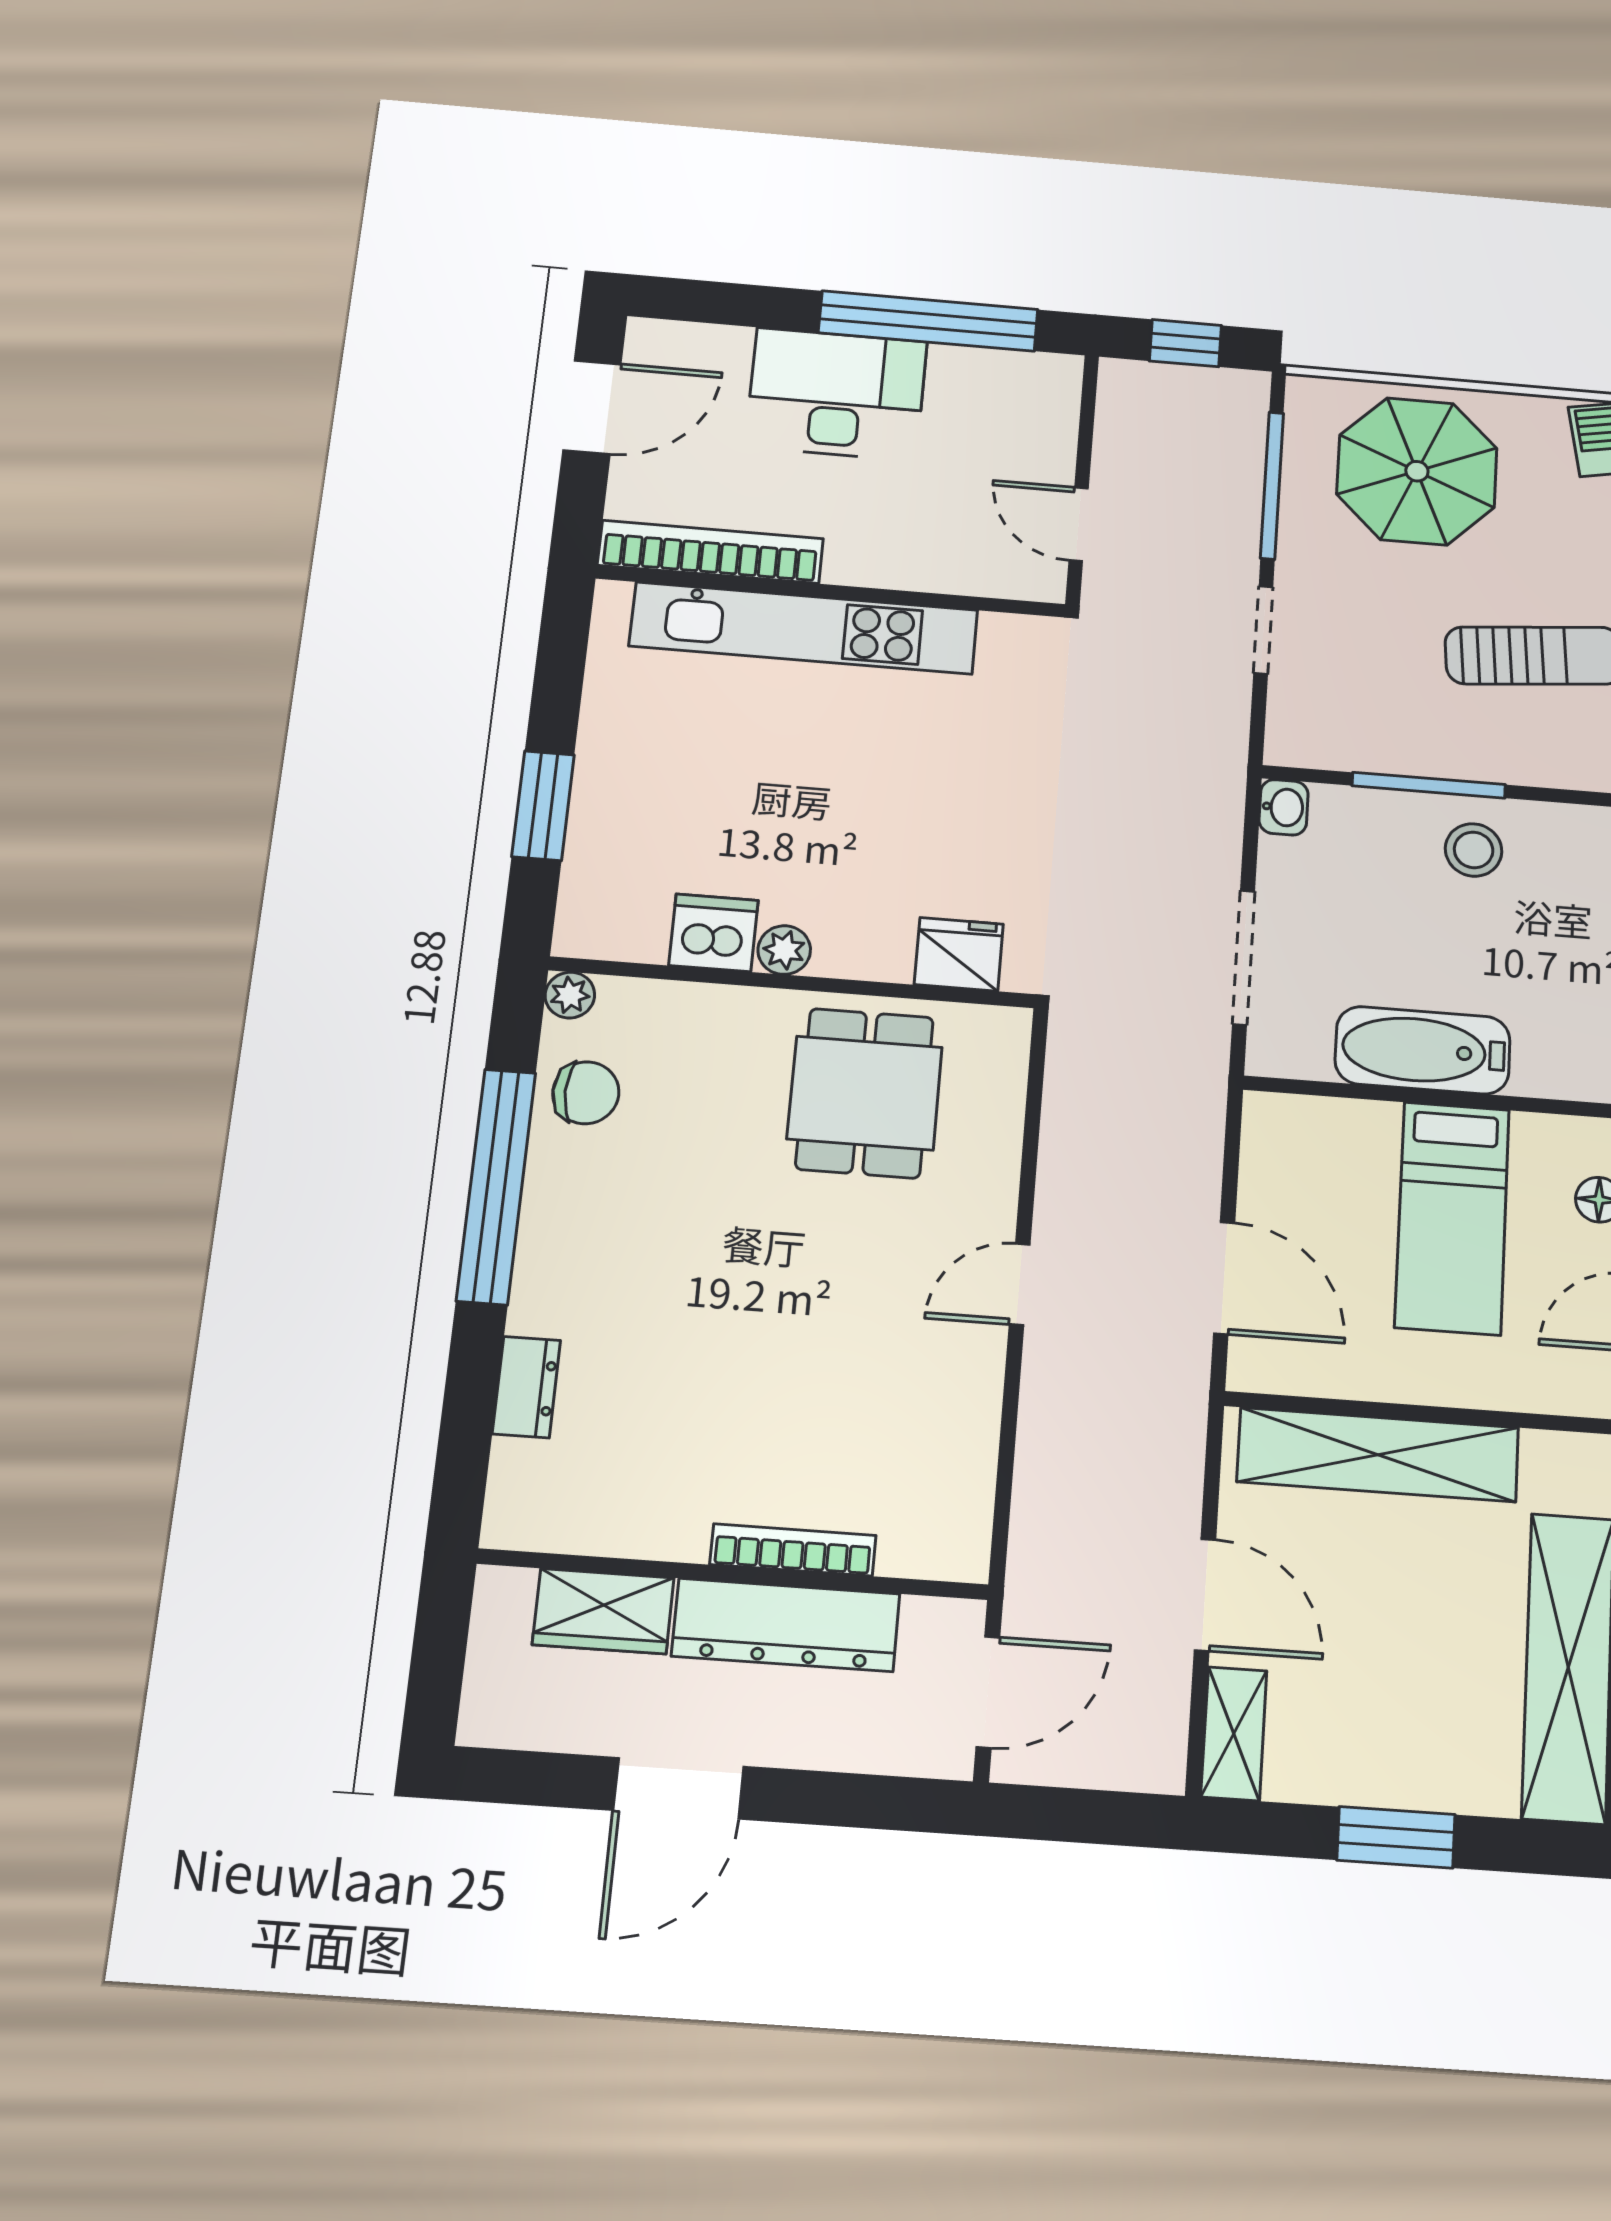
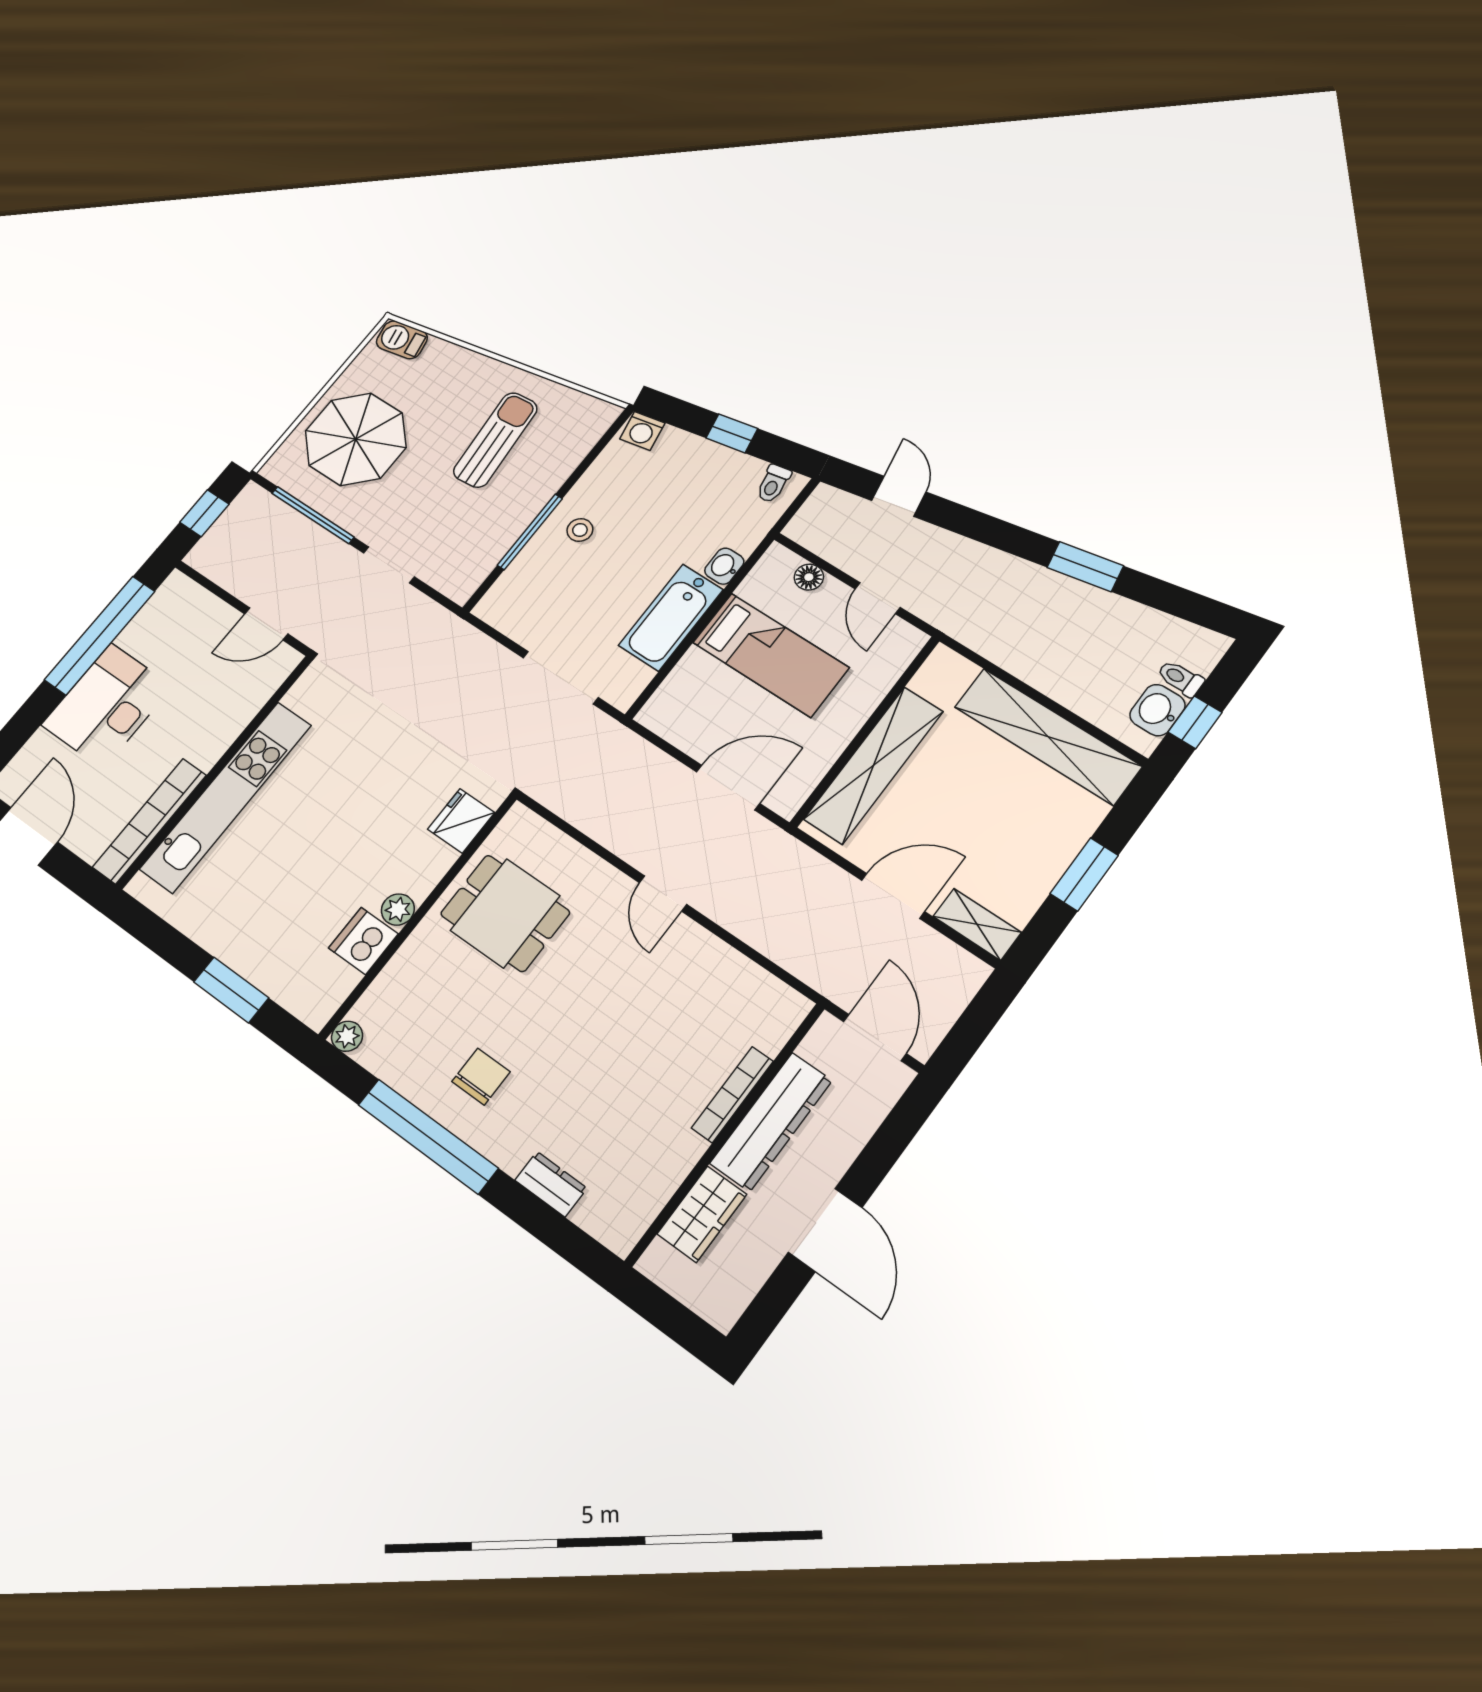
washbasin: (1284, 807) -> (724, 566), moved, turned -90
stool: (1474, 850) -> (580, 530), width x0.73, depth x0.73
chair: (586, 1093) -> (481, 1077), moved

